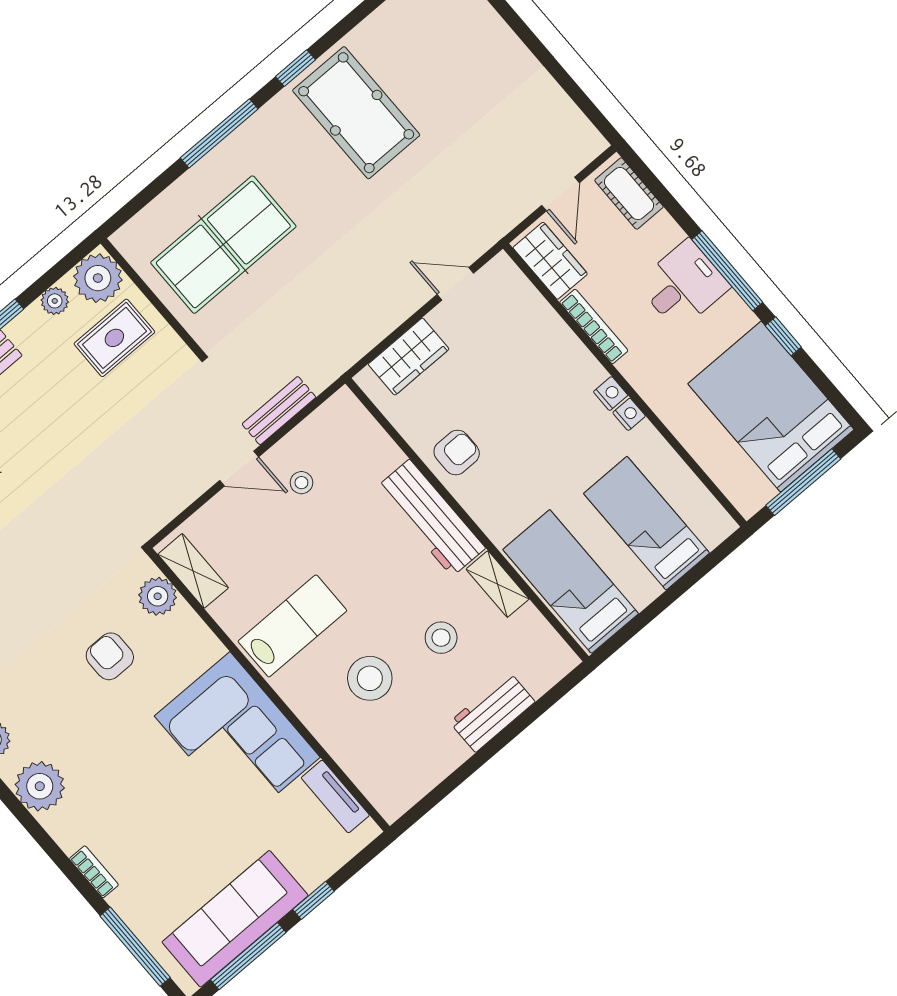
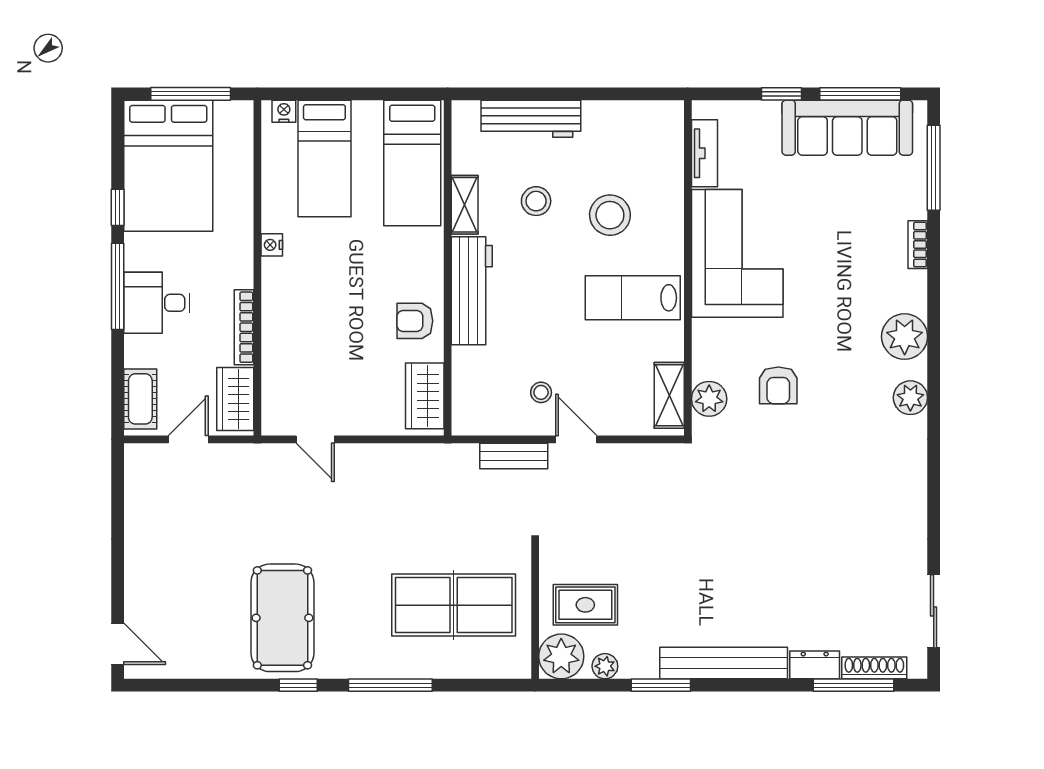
wardrobe: (409, 357) -> (425, 396), moved, turned -90
nightstand: (611, 394) -> (284, 111), moved, turned 90
workbench: (492, 712) -> (531, 119), width x1.38

